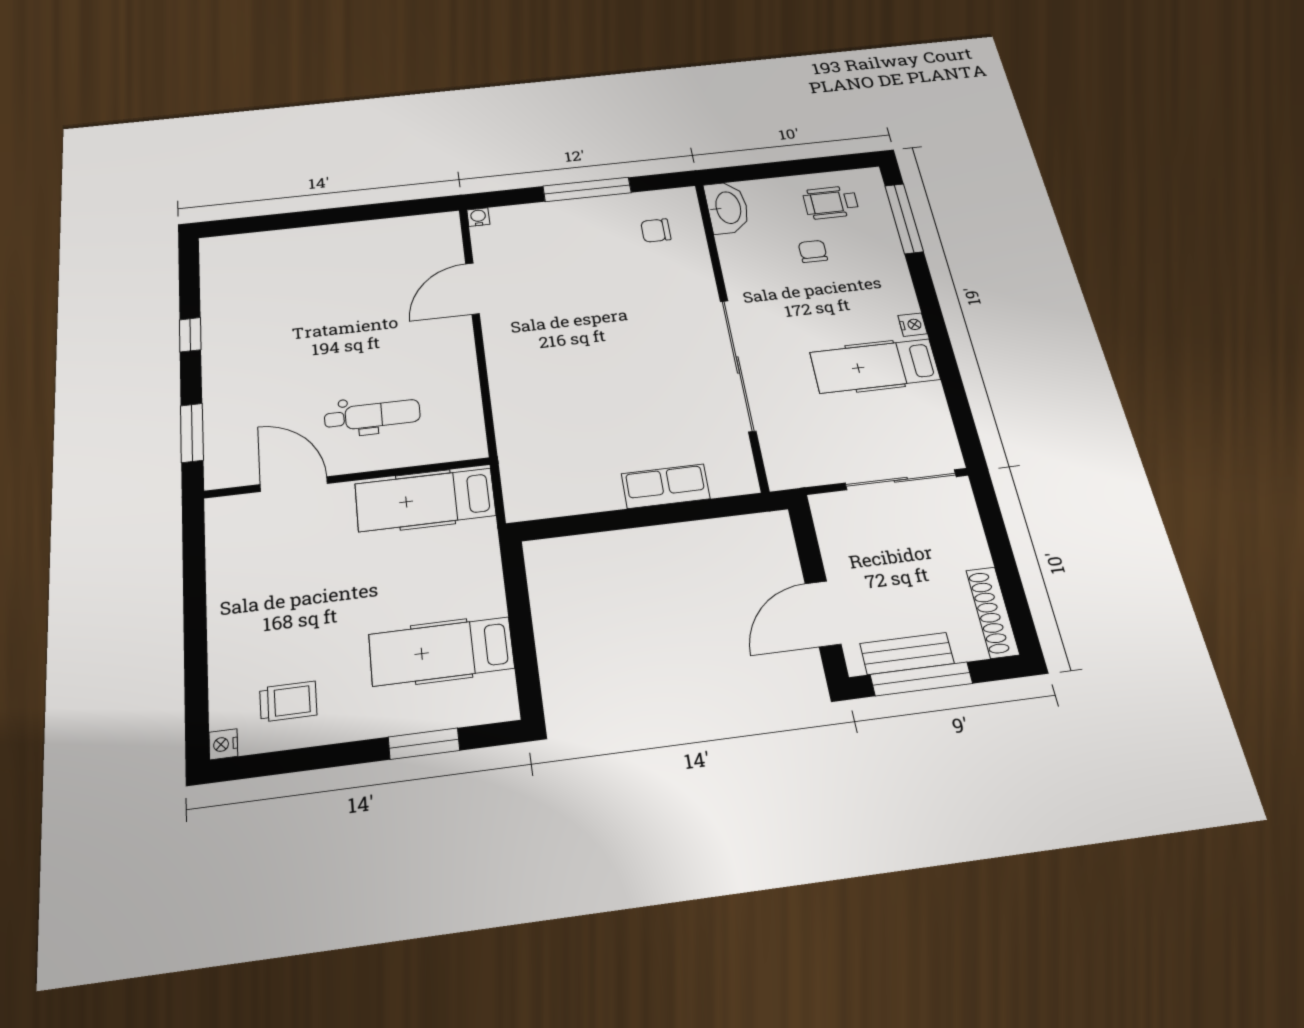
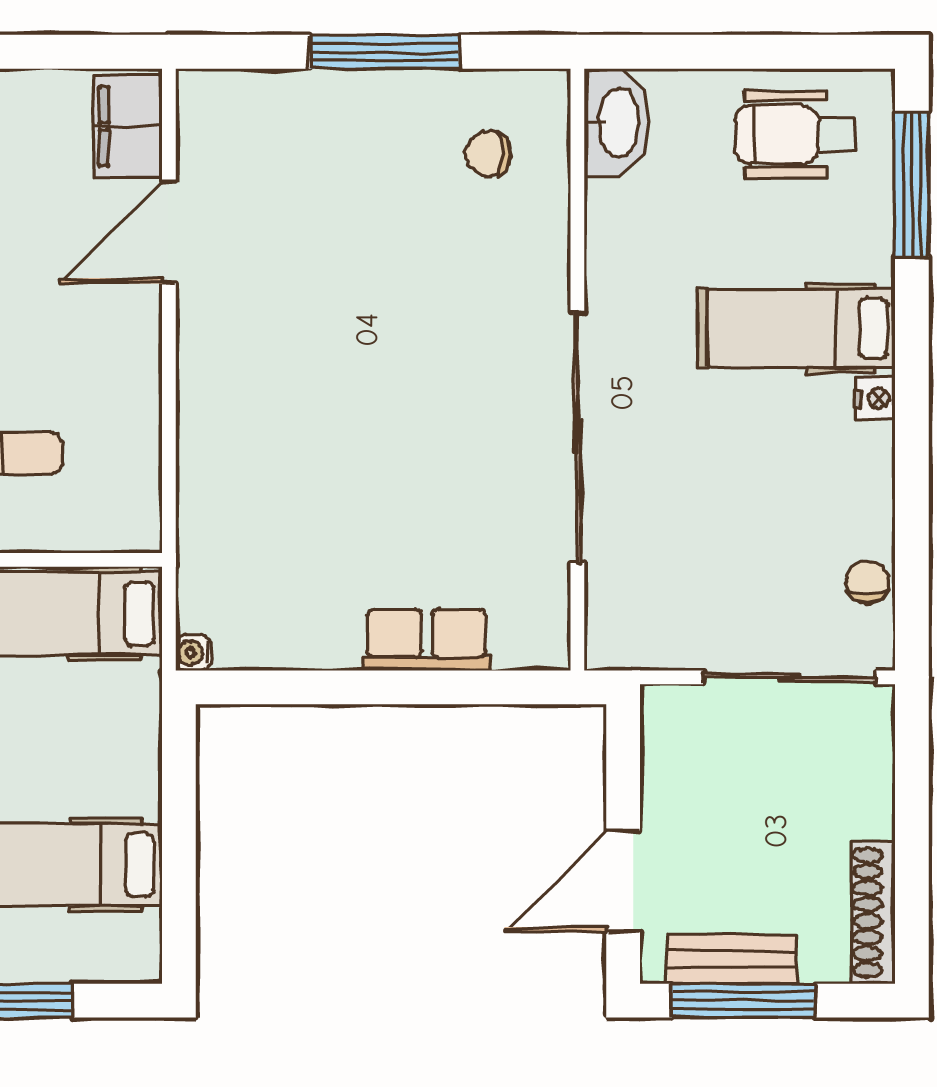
wheelchair: (831, 202) -> (795, 134), width x1.36, depth x1.37
water cooler: (478, 217) -> (193, 653), moved, turned -90
filing cabinet: (442, 240) -> (128, 126), added
chair: (813, 251) -> (867, 582), moved
hospital bed: (875, 366) -> (796, 328), moved

